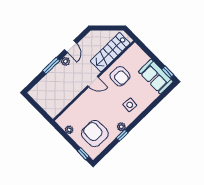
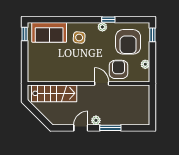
armchair: (120, 76) -> (119, 69), moved
sofa: (156, 77) -> (49, 32), moved, turned 90
door: (93, 82) -> (102, 84), moved

